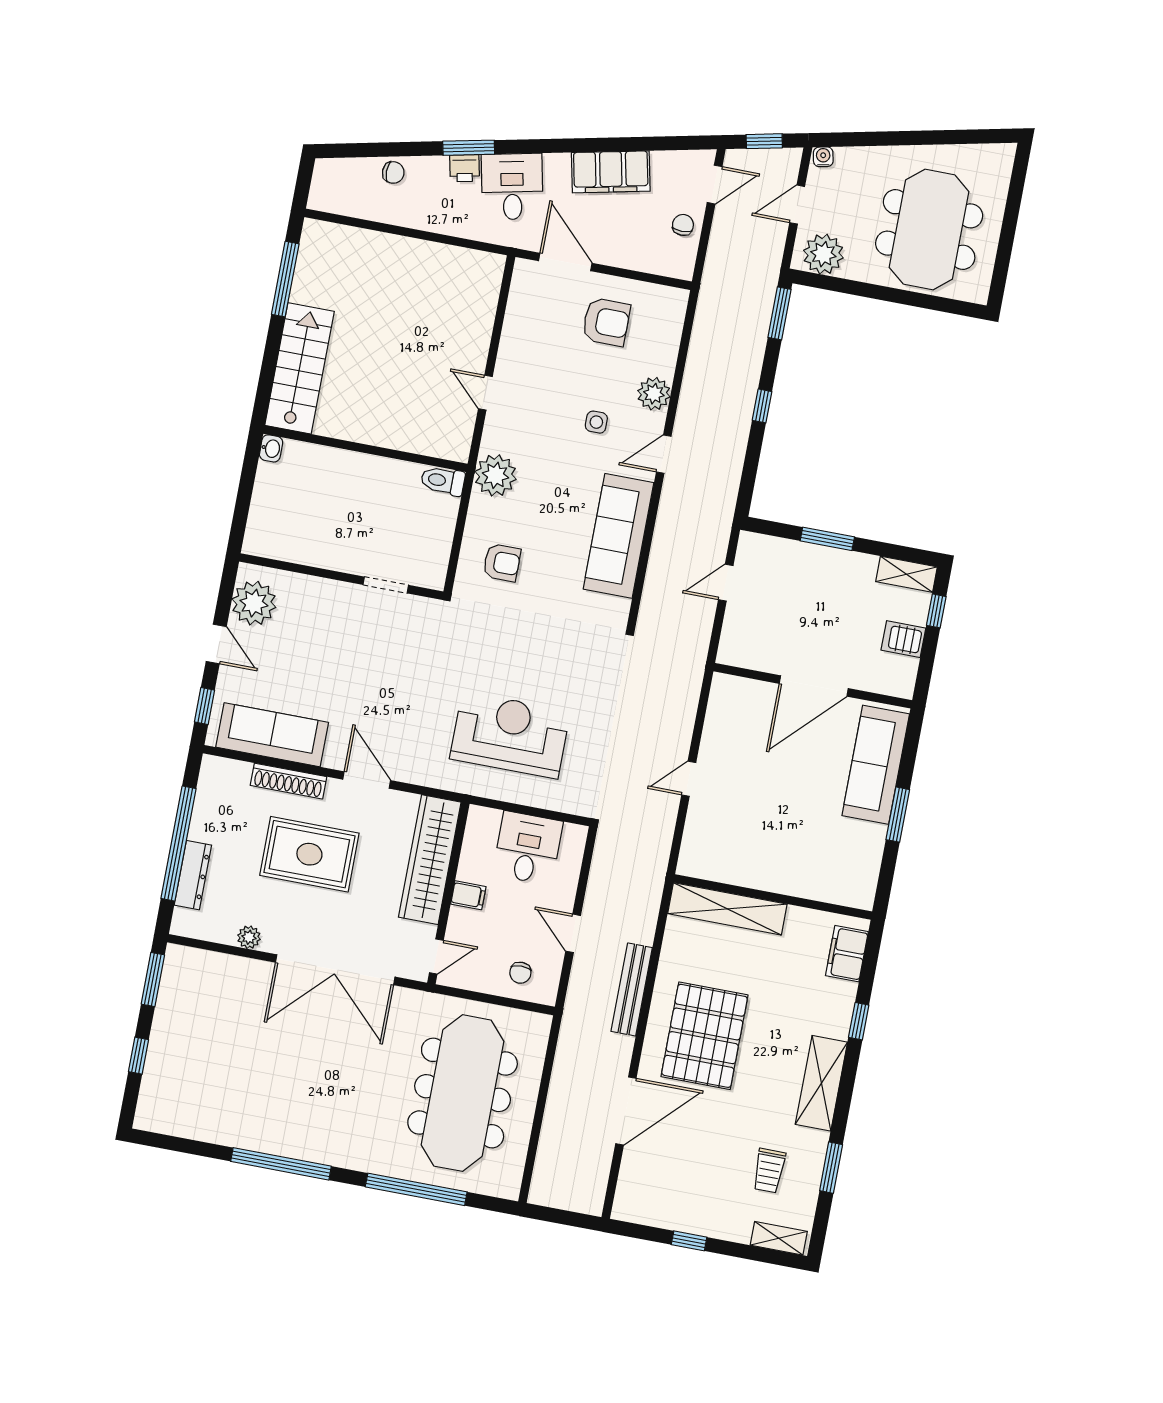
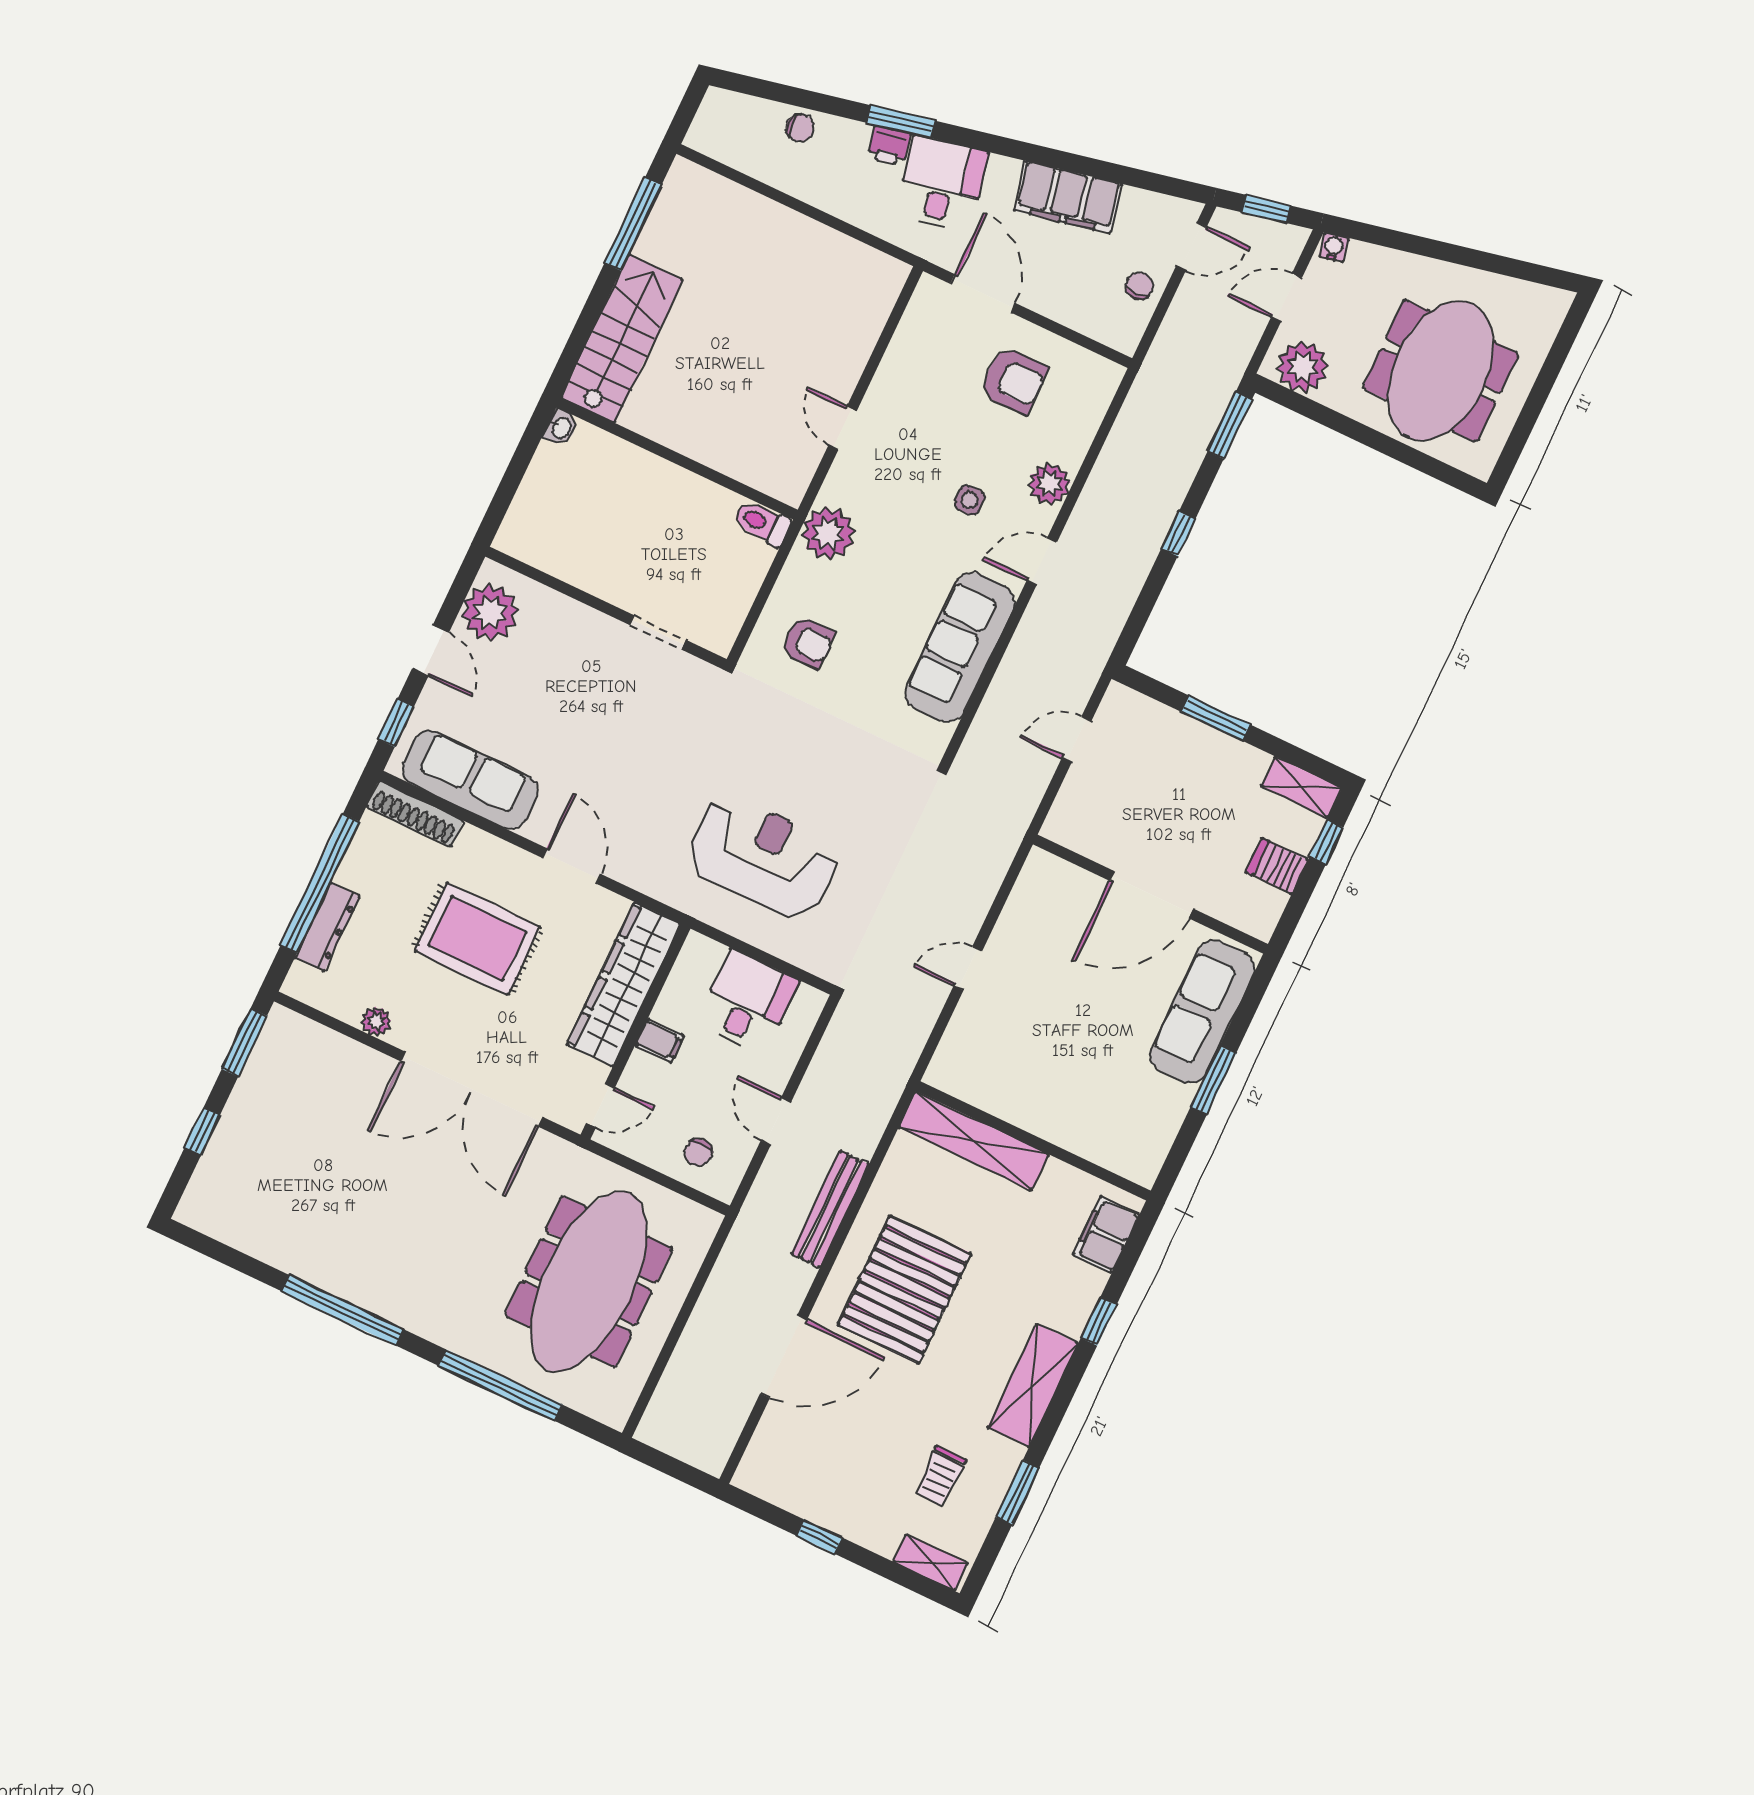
shoe rack: (288, 781) -> (415, 814), moved

